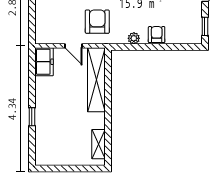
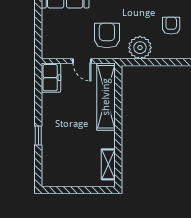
armchair: (157, 35) -> (171, 26), moved
plant: (134, 38) -> (140, 48), width x1.88, depth x1.88

